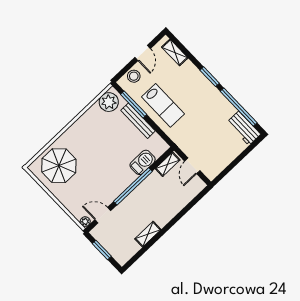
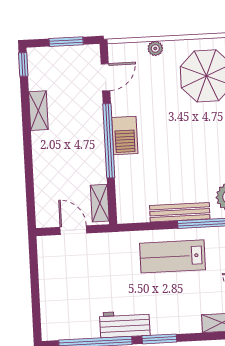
workbench: (244, 128) -> (125, 324), moved
barbecue: (143, 162) -> (125, 136), moved
plant: (85, 222) -> (155, 48), moved
window: (131, 261) -> (23, 64), added

